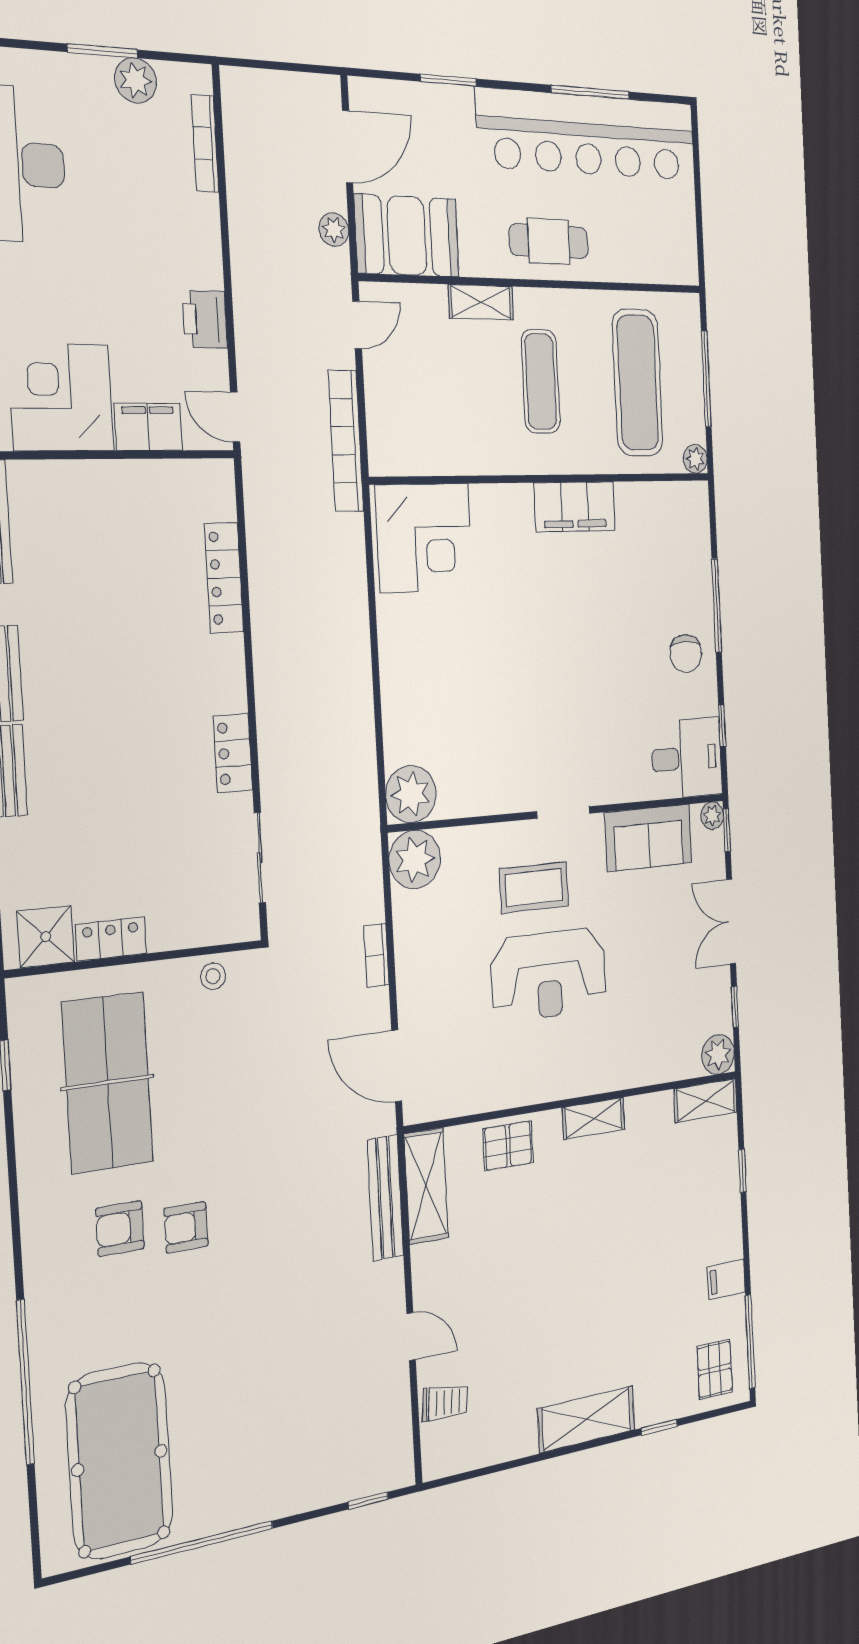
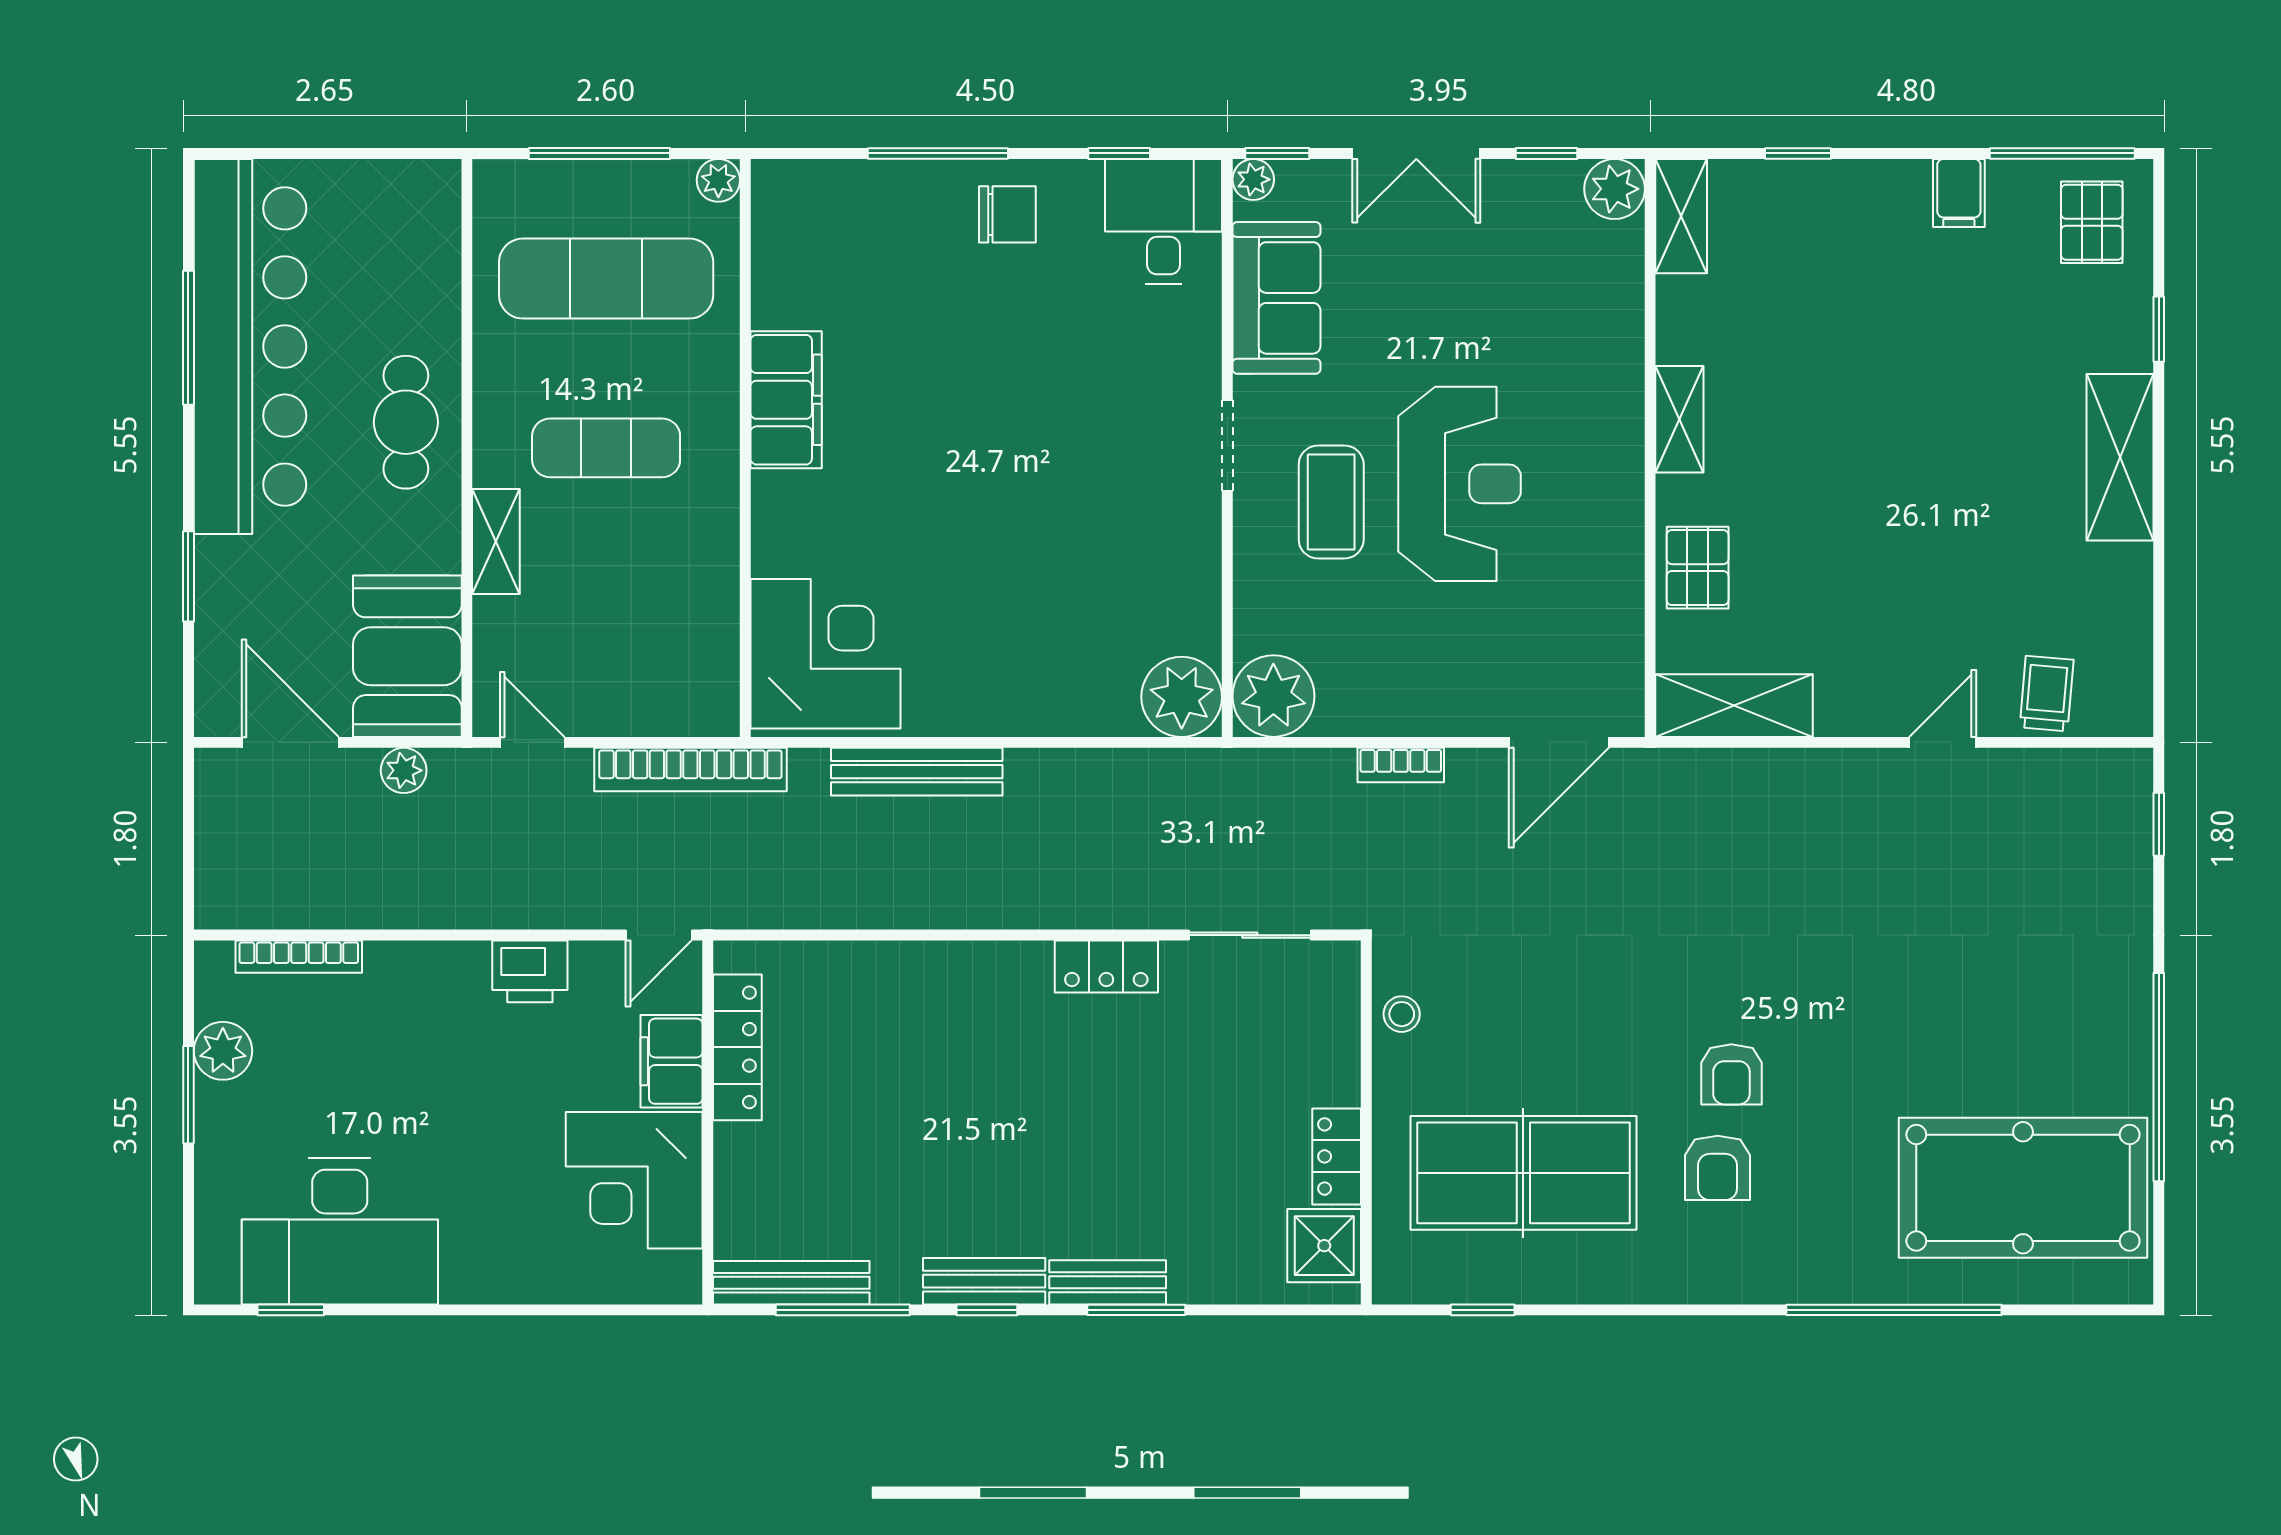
locker: (224, 578) -> (737, 1047), moved, turned -90
bench: (385, 1198) -> (917, 772), moved
pallet: (715, 1369) -> (2092, 222), turned 90

